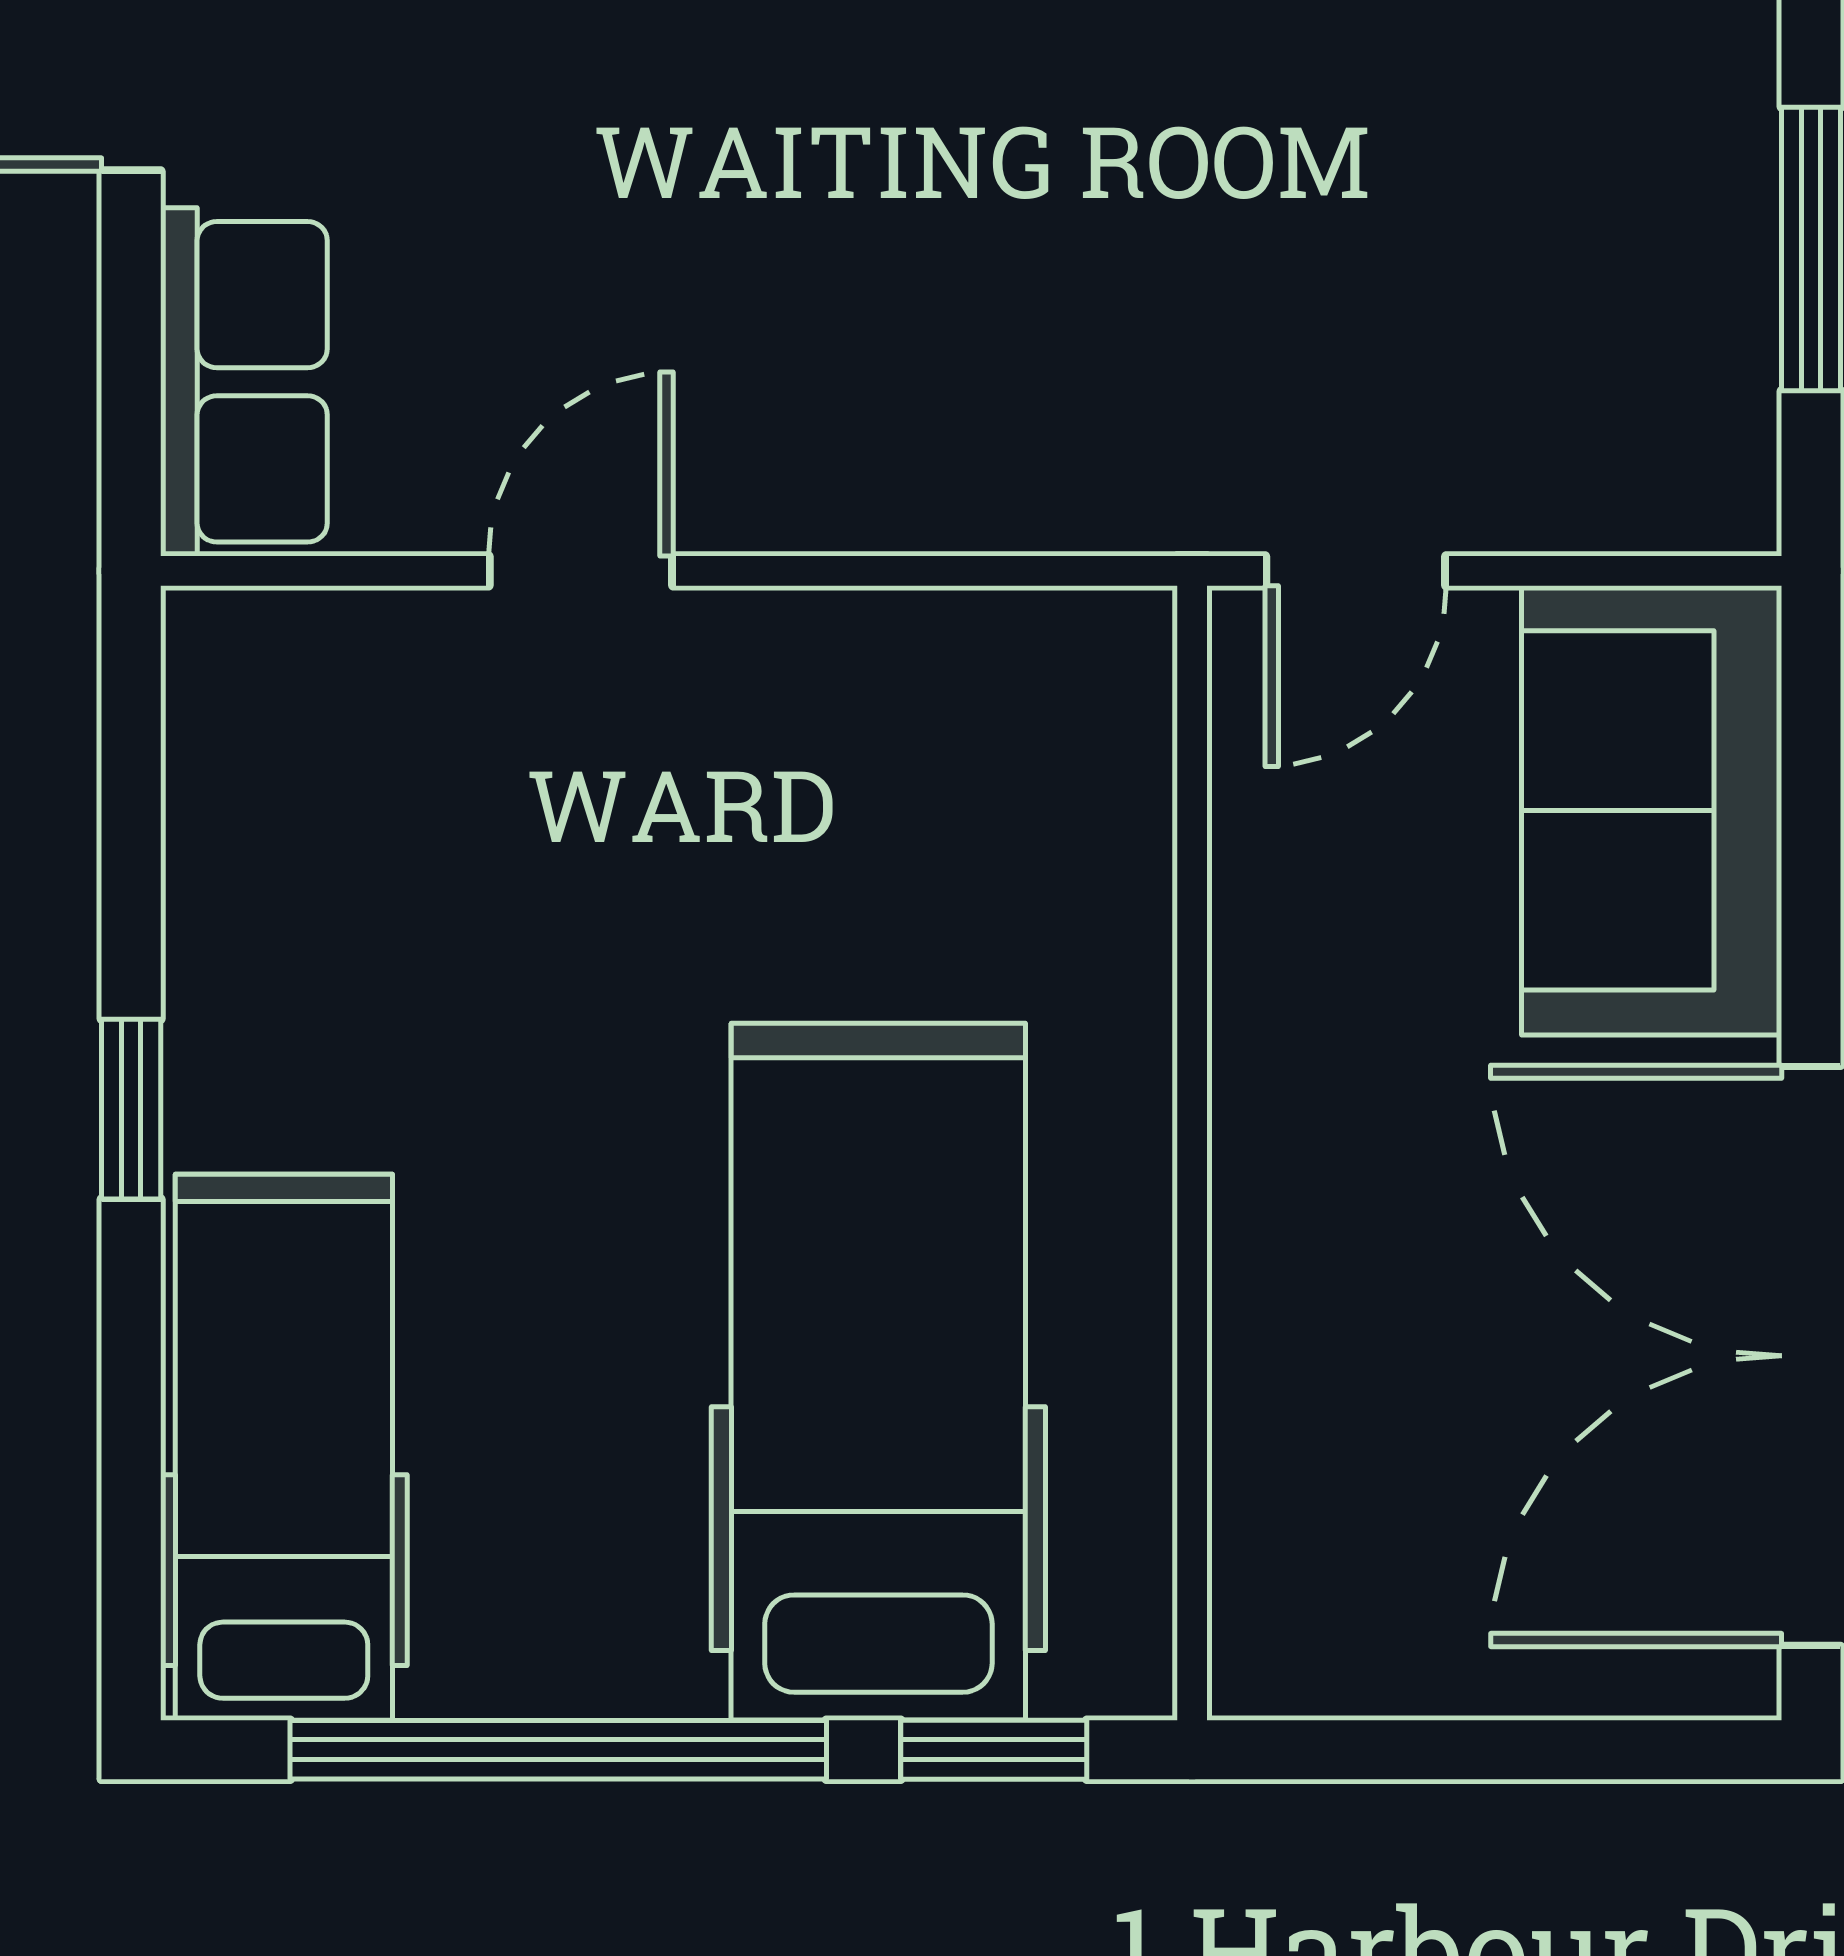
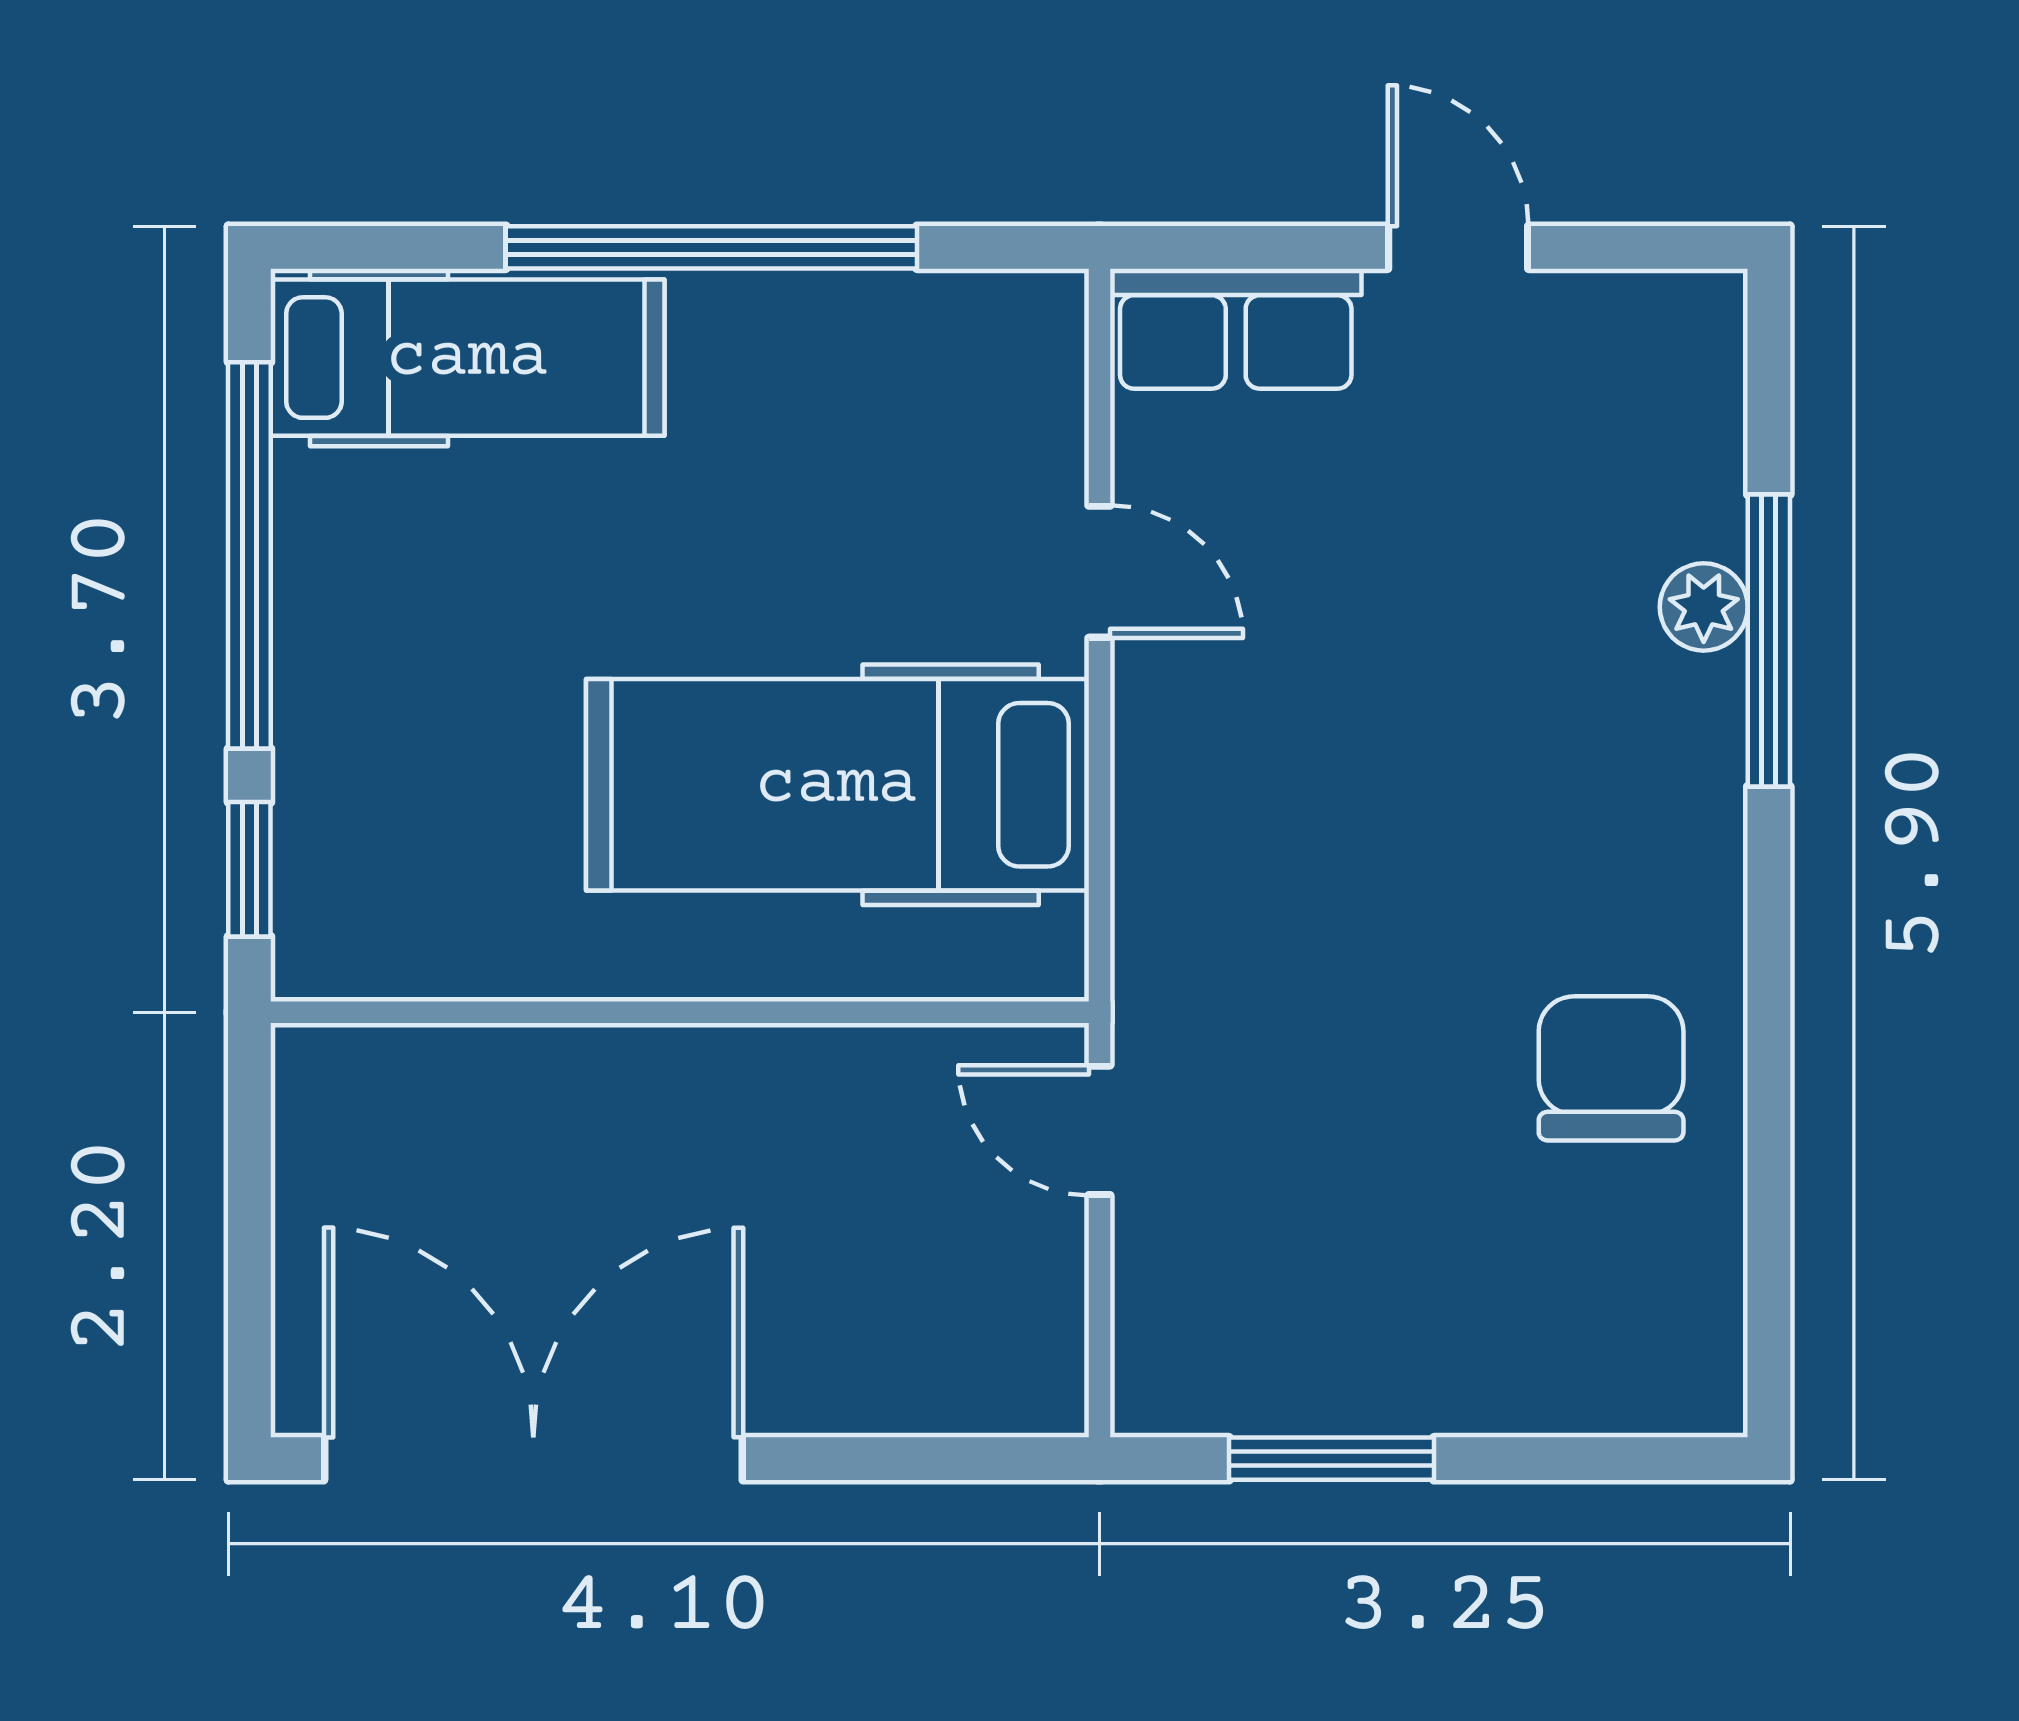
sofa: (1652, 810) -> (927, 1344), removed
window: (131, 1109) -> (711, 247), width x3.17
hospital bed: (878, 1372) -> (837, 785), moved, turned 180

